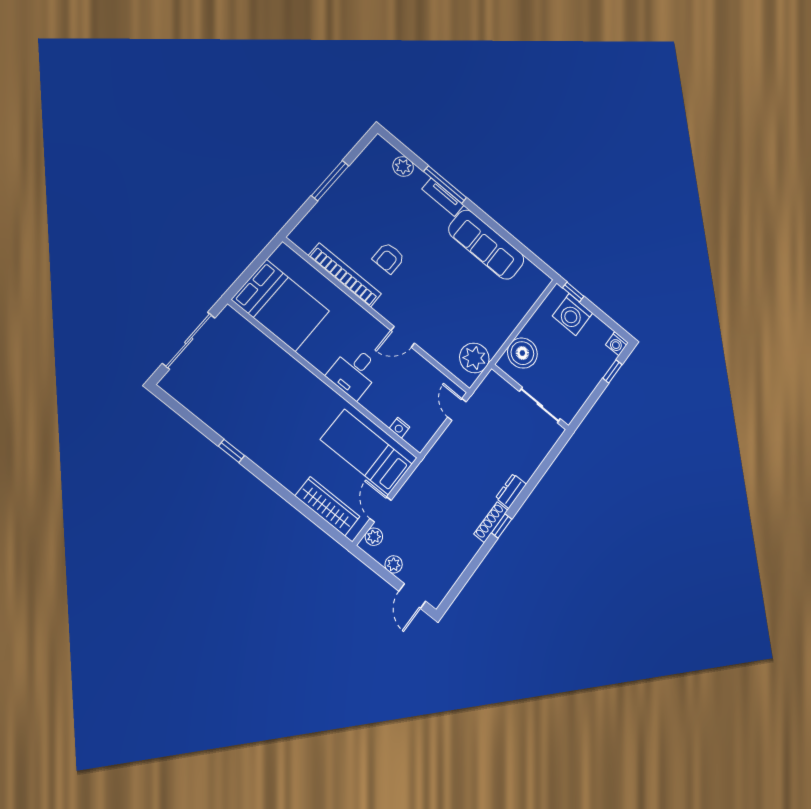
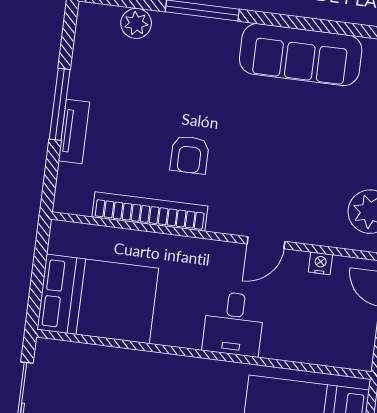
tv unit: (443, 197) -> (74, 131), moved, turned -90
nightstand: (399, 428) -> (320, 263), moved, turned 180

